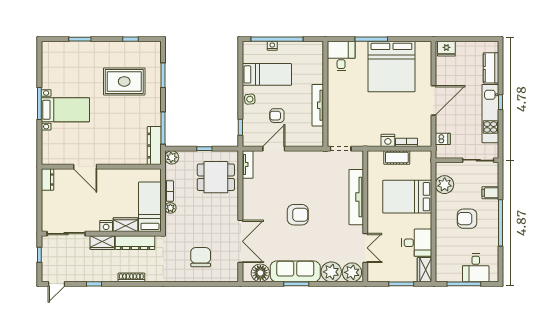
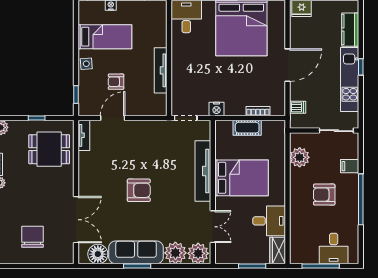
nightstand: (388, 140) -> (217, 109), moved
bed: (407, 197) -> (242, 178), moved, turned 180

